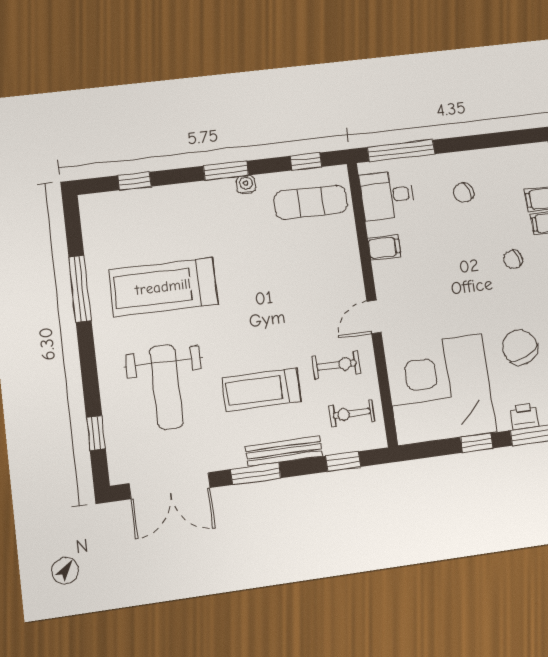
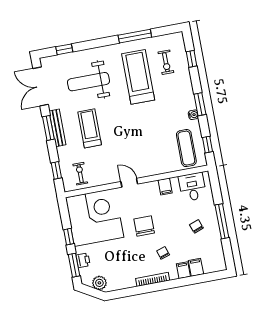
window: (401, 151) -> (222, 221), moved
chair: (520, 347) -> (144, 226), moved, turned -65
exercise bike: (336, 365) -> (166, 62), moved
bench: (284, 451) -> (57, 128), moved

